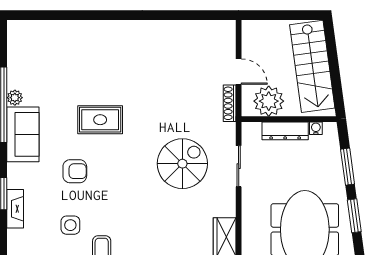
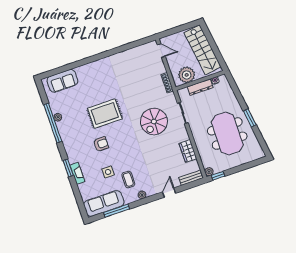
door: (239, 72) -> (161, 51), moved
rug: (100, 120) -> (105, 114), width x1.36, depth x1.43
sofa: (23, 134) -> (62, 81), moved, turned 90
spiral stairs: (182, 164) -> (154, 122), turned 180
window: (348, 167) -> (238, 94), removed

